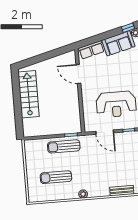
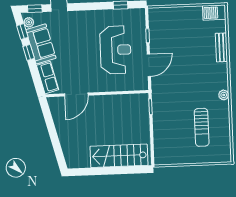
window: (111, 34) -> (29, 52), added
stairs: (28, 94) -> (119, 156), moved
sun lounger: (64, 146) -> (164, 116), removed

